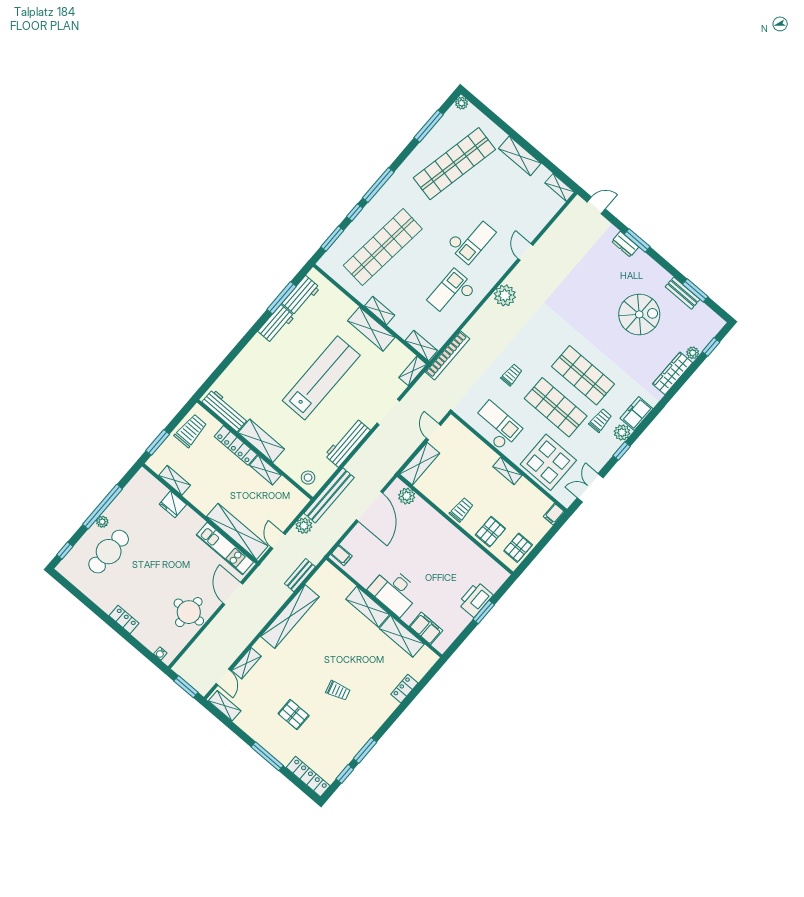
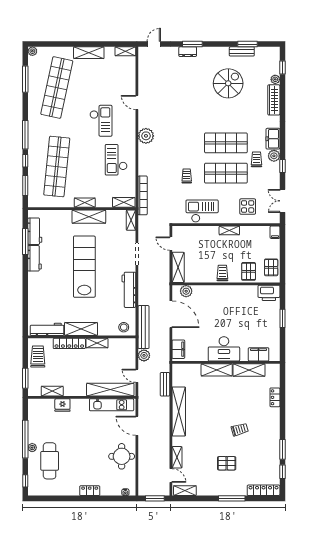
display table: (548, 462) -> (248, 207), width x0.54, depth x0.54
filing cabinet: (342, 555) -> (178, 349), width x2.00
printer: (475, 599) -> (269, 293), moved, turned -90

